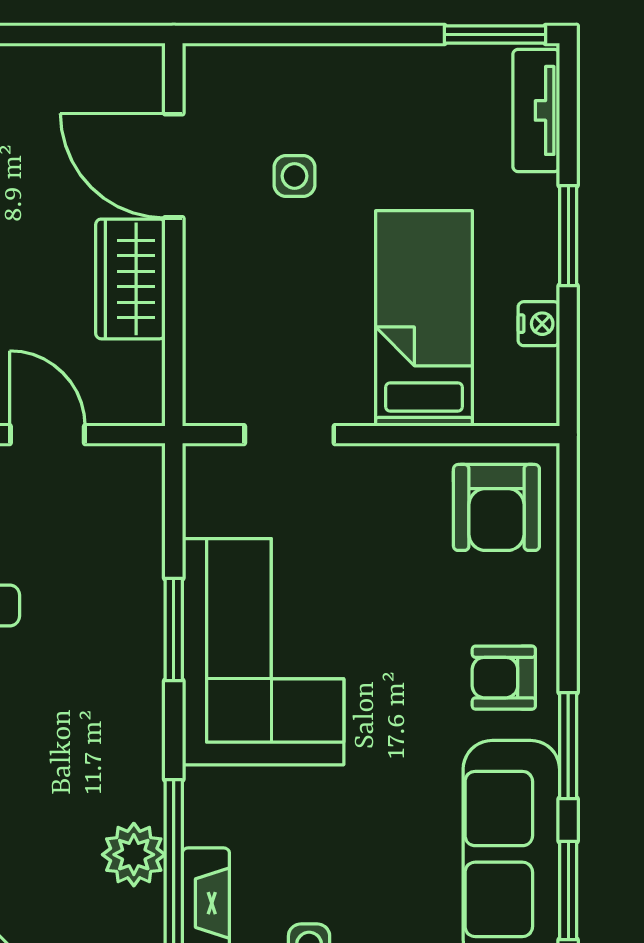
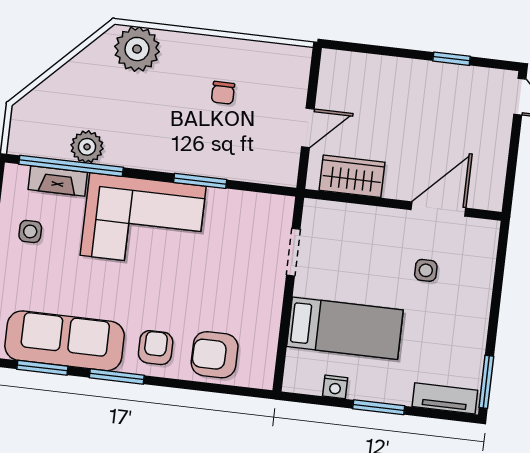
wardrobe: (130, 279) -> (352, 176), moved
armchair: (496, 507) -> (215, 355), moved
corner sofa: (263, 652) -> (143, 221), moved

